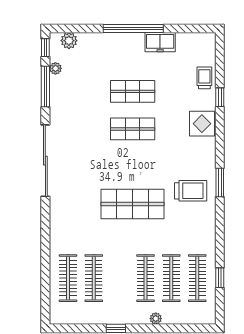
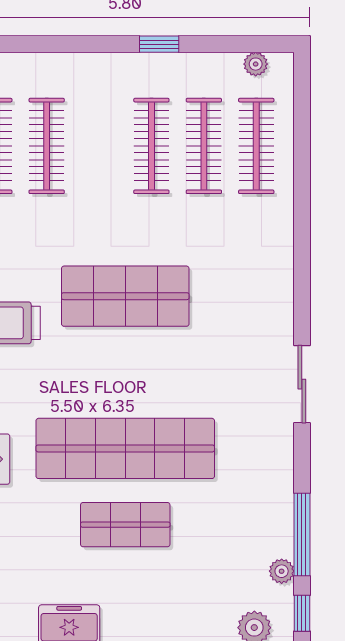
shop shelf: (133, 129) -> (125, 448), width x2.00, depth x1.36
sliding door: (45, 161) -> (302, 384), width x0.54
clothes rail: (145, 278) -> (151, 146), moved
plant: (156, 319) -> (256, 64), moved

